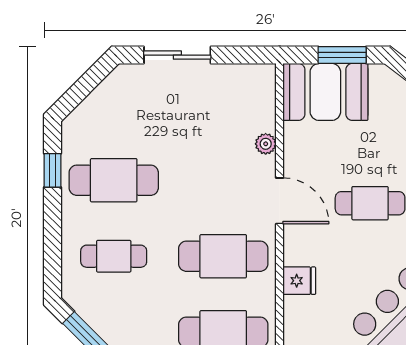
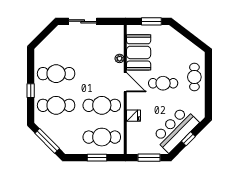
booth: (325, 92) -> (139, 52), moved, turned 90
window: (52, 170) -> (31, 91), moved
cafe table: (114, 256) -> (56, 105), width x1.37, depth x1.35

